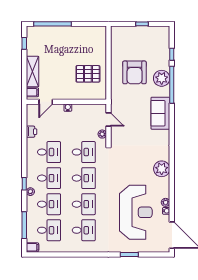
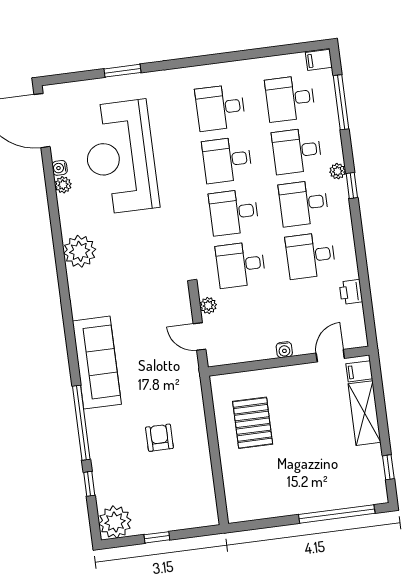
armchair: (134, 72) -> (159, 438), width x0.53, depth x0.53
pallet: (88, 74) -> (253, 423), turned 90
plant: (162, 78) -> (115, 522), moved
sofa: (160, 113) -> (97, 363), width x1.36

